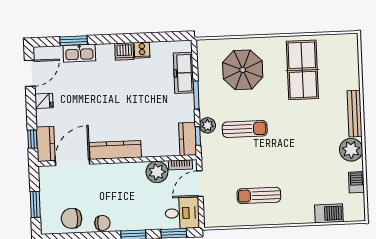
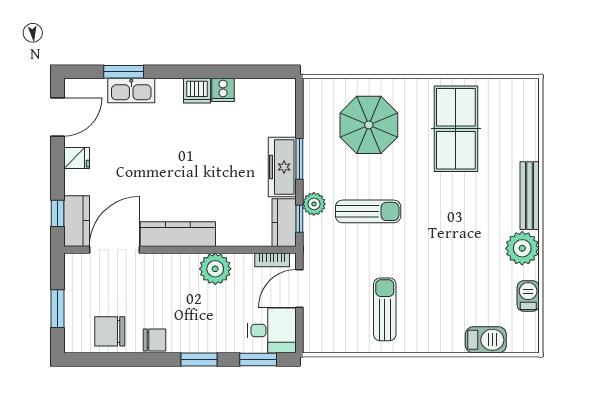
freezer: (184, 73) -> (282, 167), moved
plant: (157, 172) -> (215, 269), moved
sun lounger: (259, 195) -> (385, 309), turned 90

